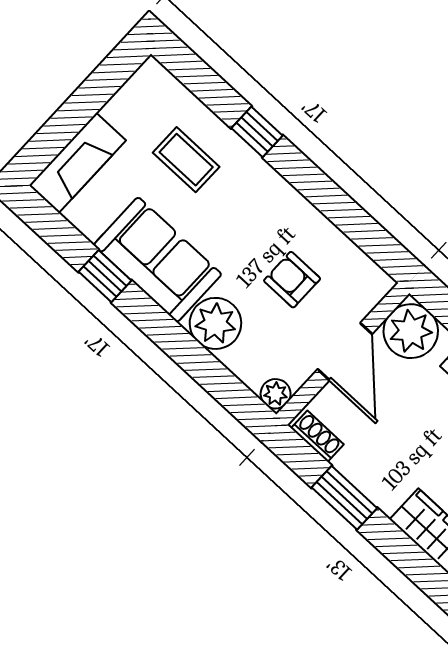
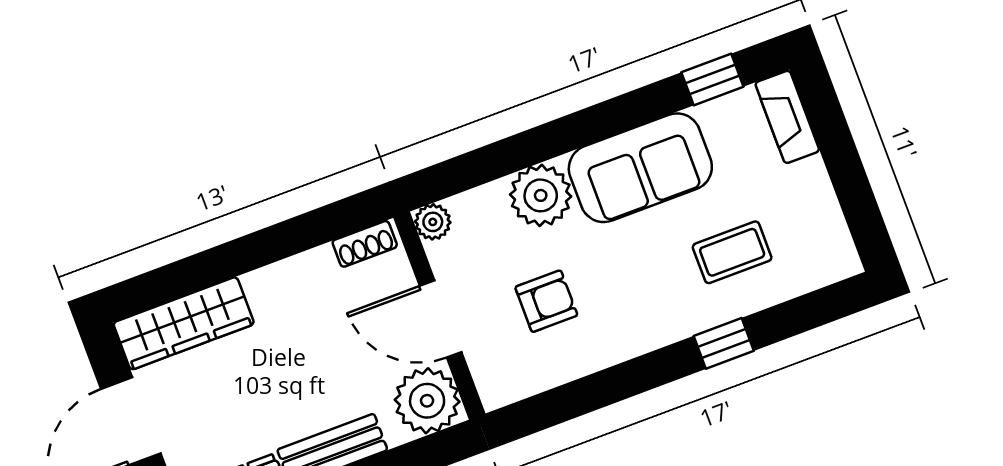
fireplace: (77, 163) -> (787, 117), width x0.73, depth x0.76
window: (105, 276) -> (712, 80), moved
window: (344, 498) -> (284, 240), removed

